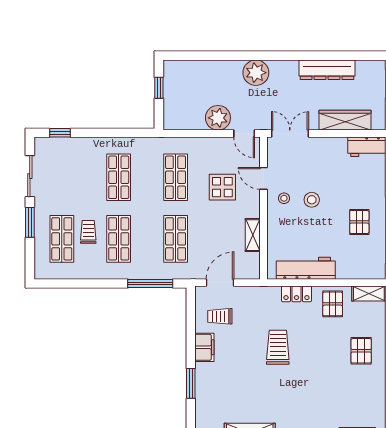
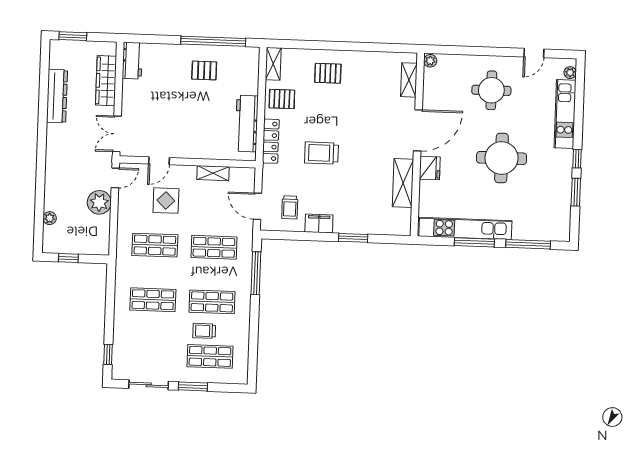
plant: (256, 73) -> (50, 218), moved, width x0.53, depth x0.53
stool: (284, 198) -> (179, 142), removed
stool: (312, 200) -> (181, 115), removed
locker: (296, 294) -> (271, 141), width x1.53

